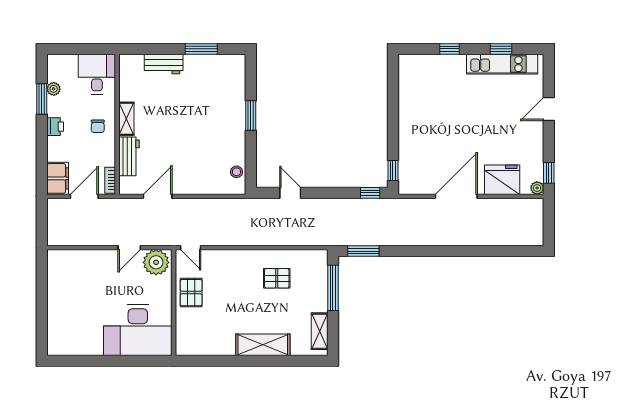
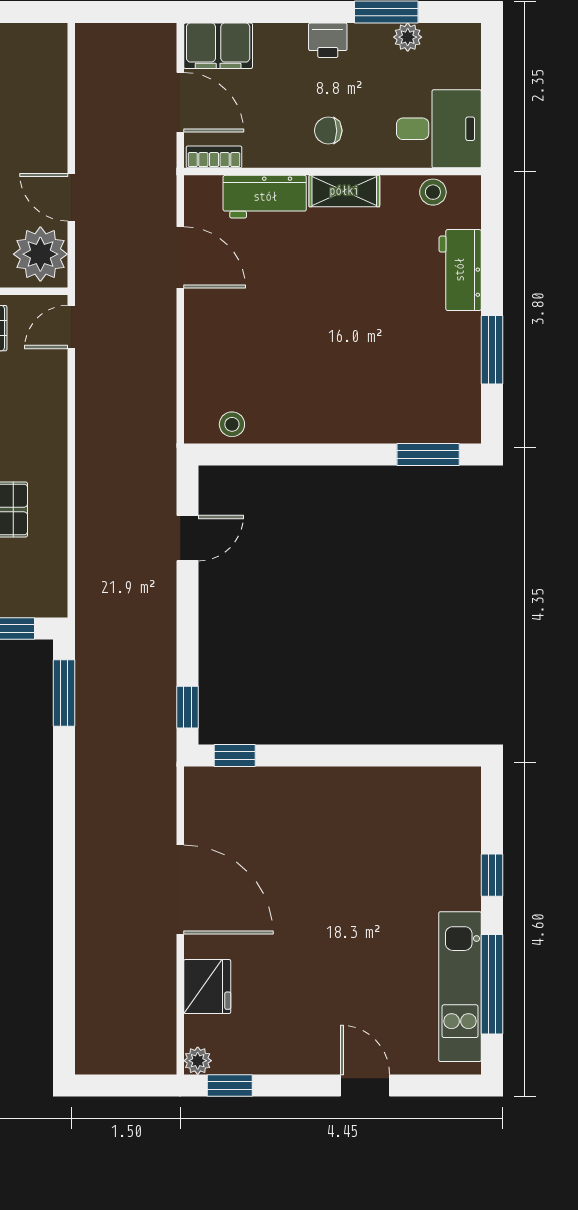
window: (501, 49) -> (492, 984), width x2.17
stool: (127, 77) -> (433, 192), added
window: (251, 116) -> (428, 454), moved
fridge: (502, 180) -> (207, 987), width x0.73, depth x0.75

